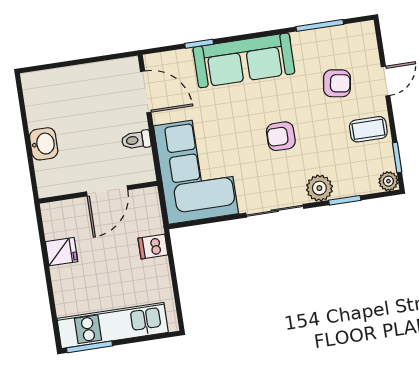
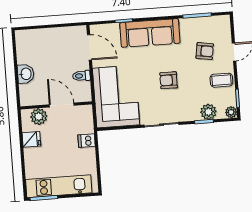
plant: (319, 188) -> (208, 112), moved
door: (107, 191) -> (62, 105), swing flipped
plant: (71, 213) -> (39, 117), added

